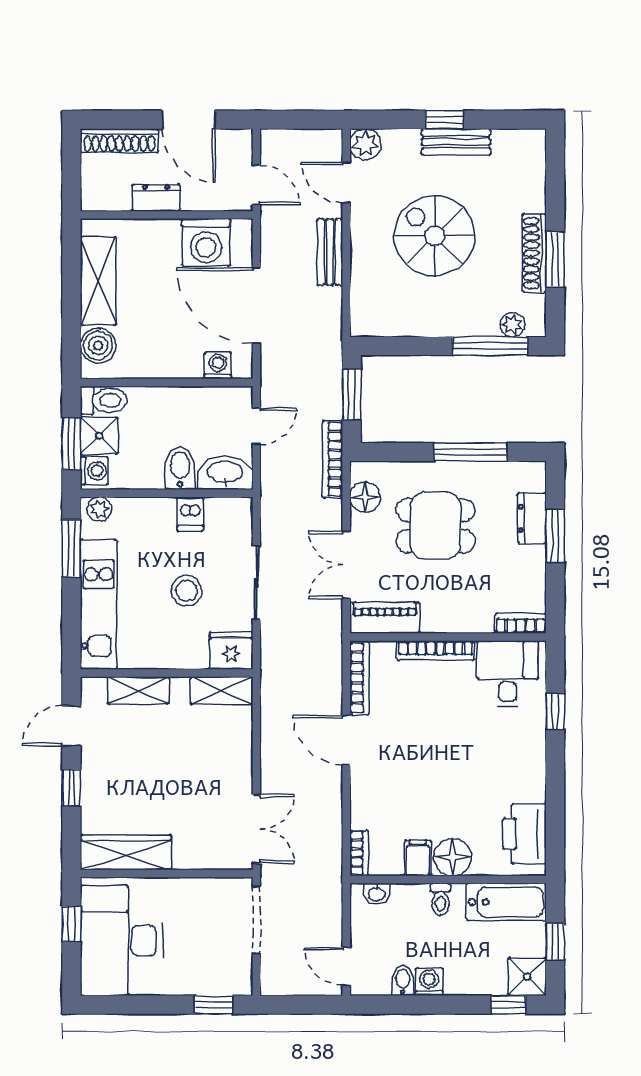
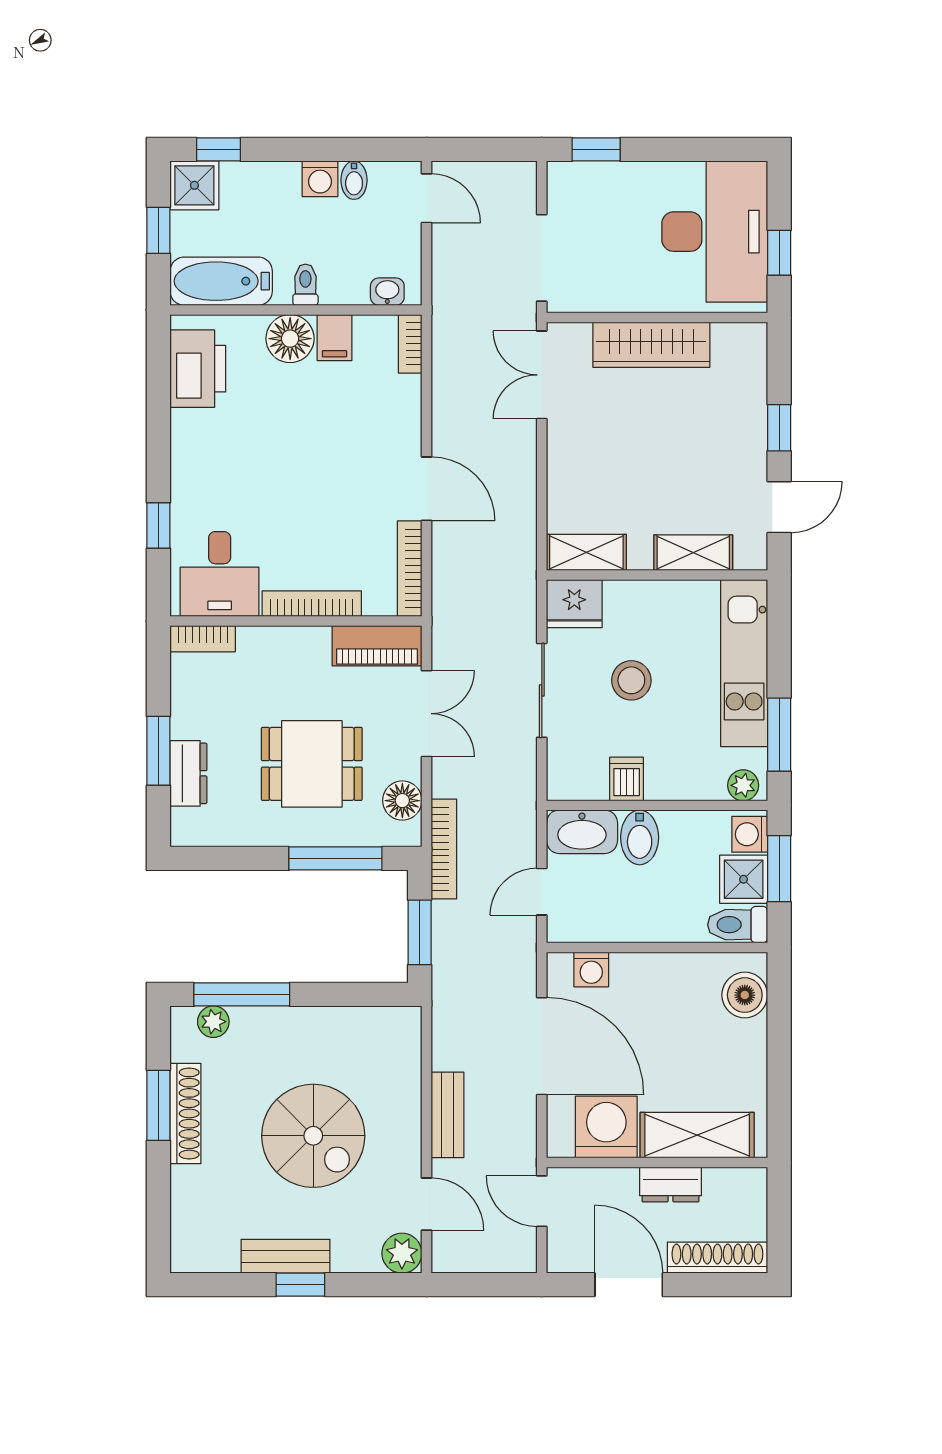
shelving: (98, 281) -> (697, 1135), moved, turned 90
window: (471, 452) -> (335, 858), moved
wardrobe: (126, 852) -> (651, 345), moved

